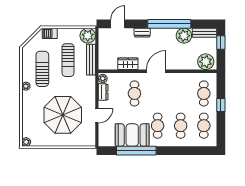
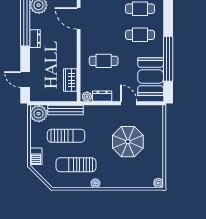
dresser: (142, 33) -> (35, 39), moved
wardrobe: (128, 64) -> (70, 80), moved
door: (156, 71) -> (79, 18), moved
parasol: (63, 115) -> (128, 142), width x0.73, depth x0.73
booth: (132, 135) -> (151, 77), moved

